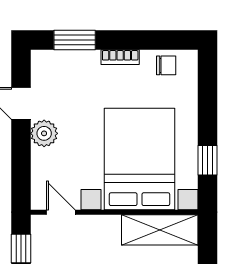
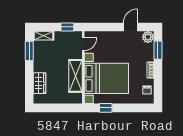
plant: (44, 133) -> (148, 37), moved
shelving: (160, 230) -> (76, 76), moved

